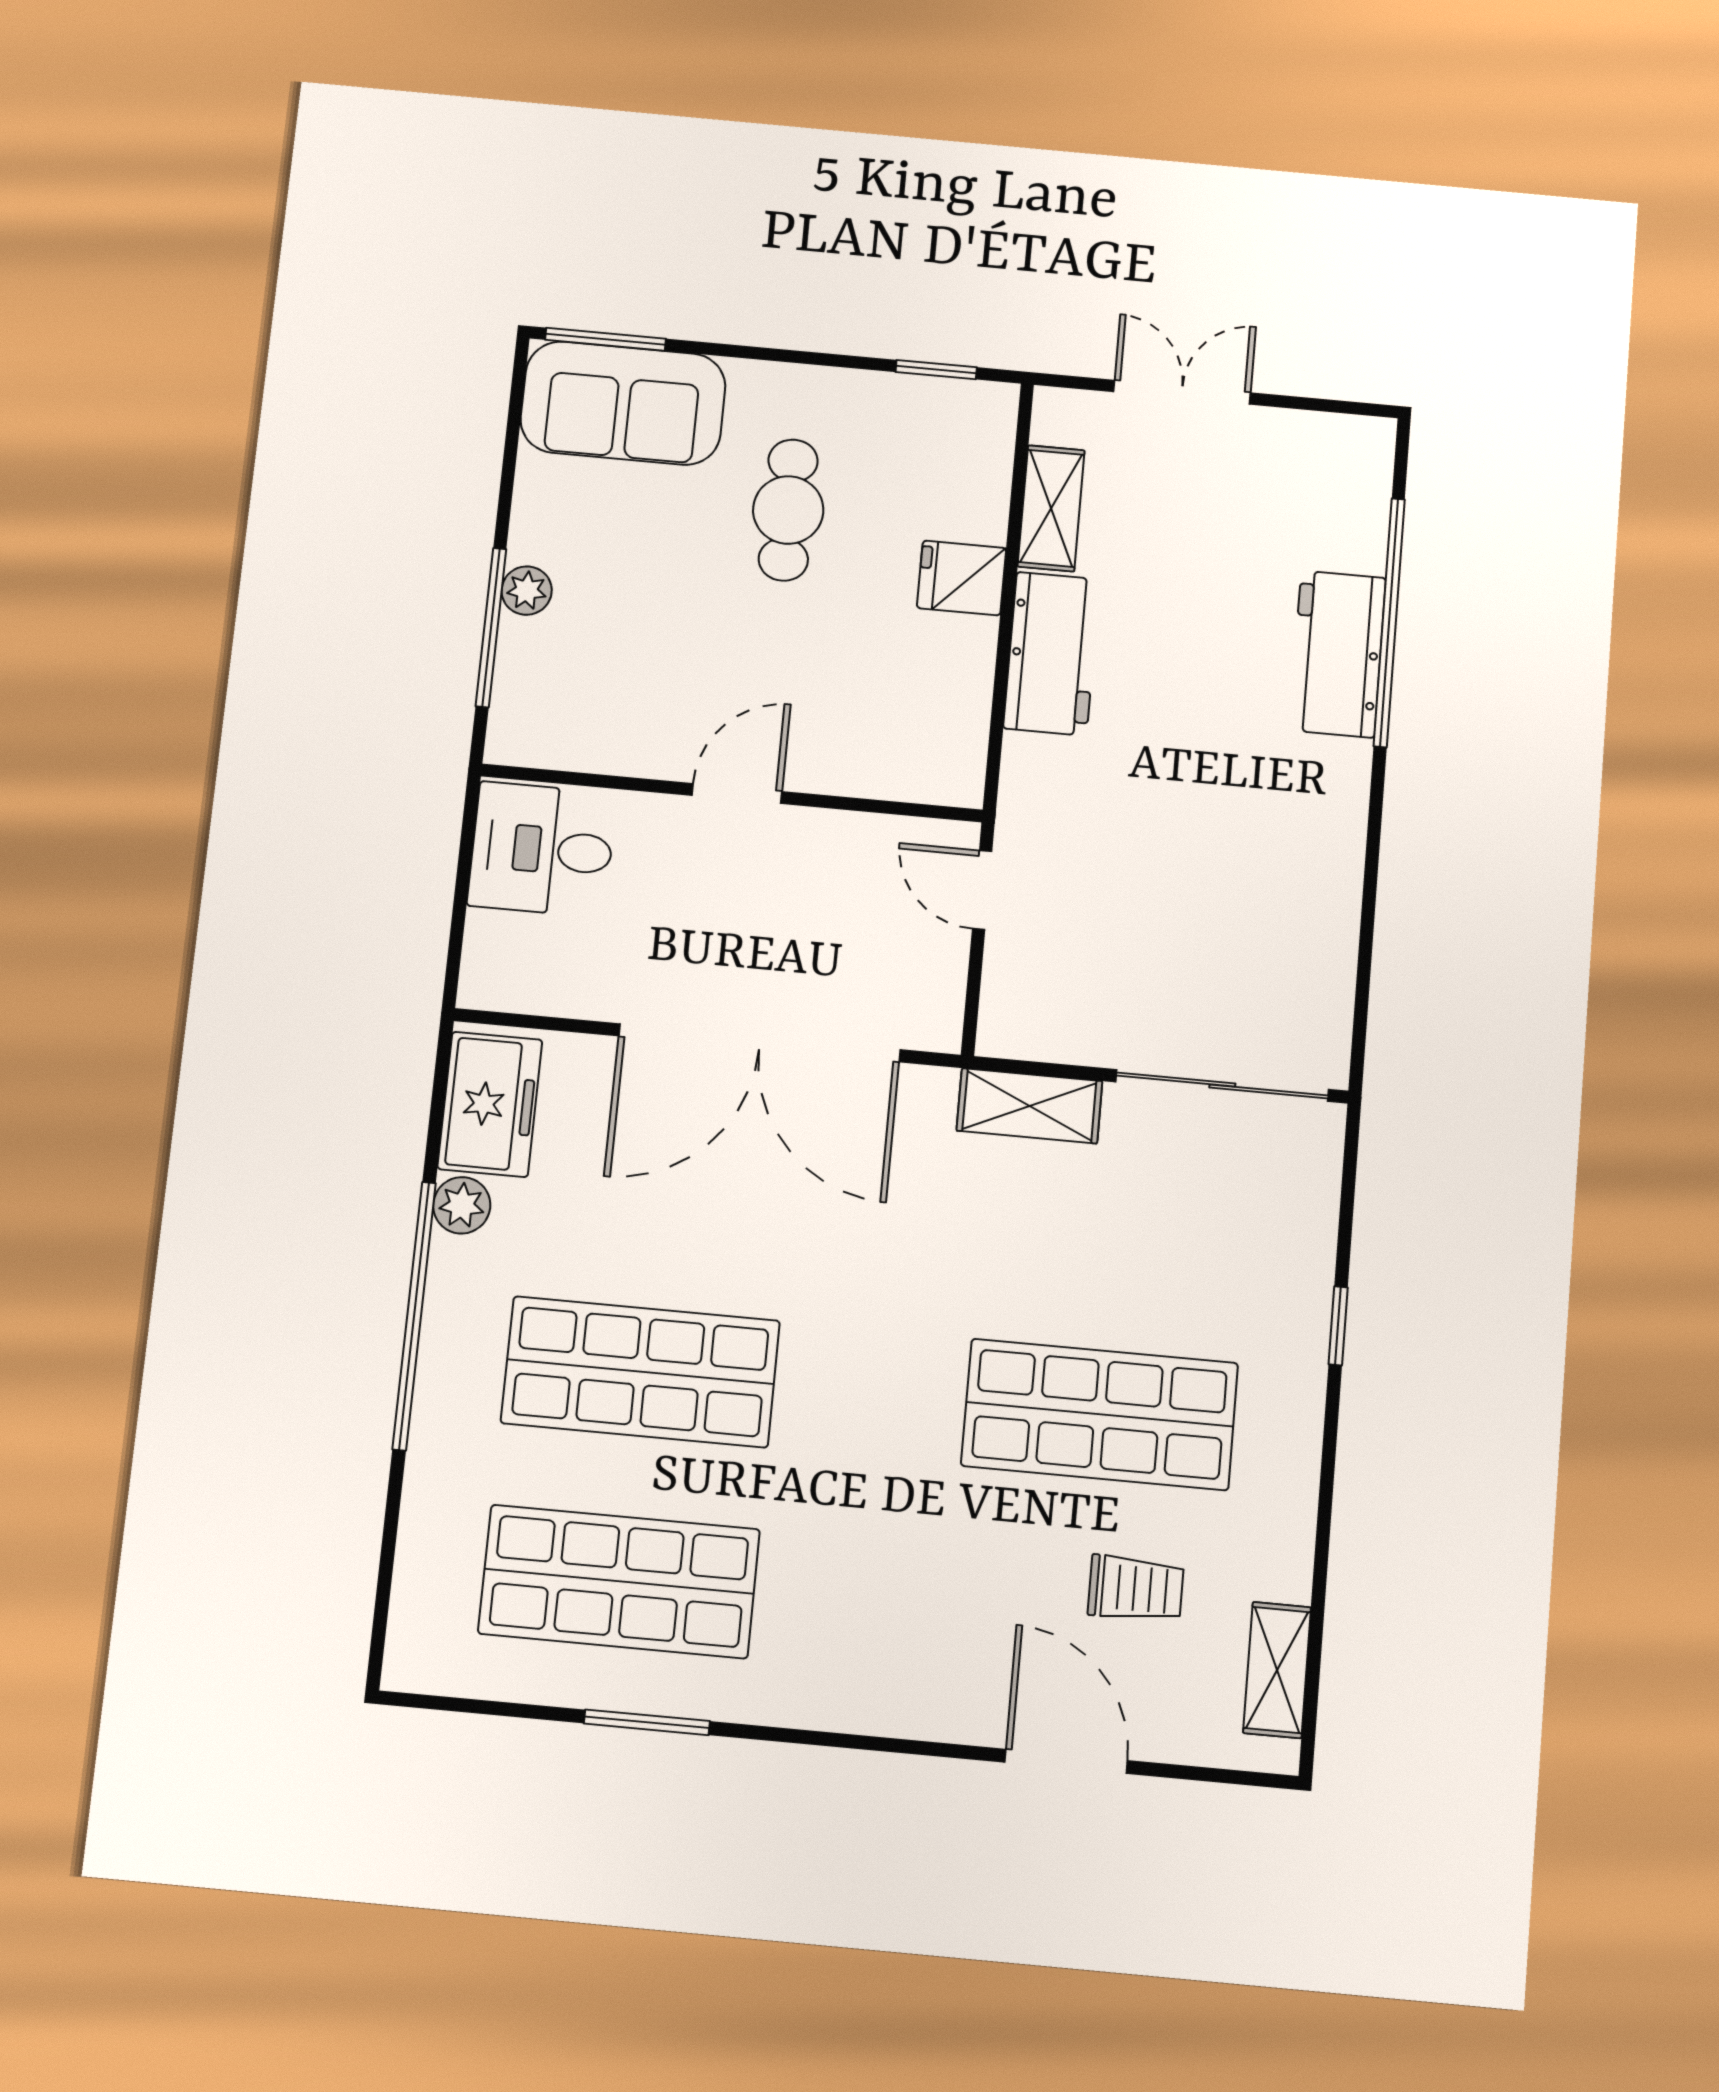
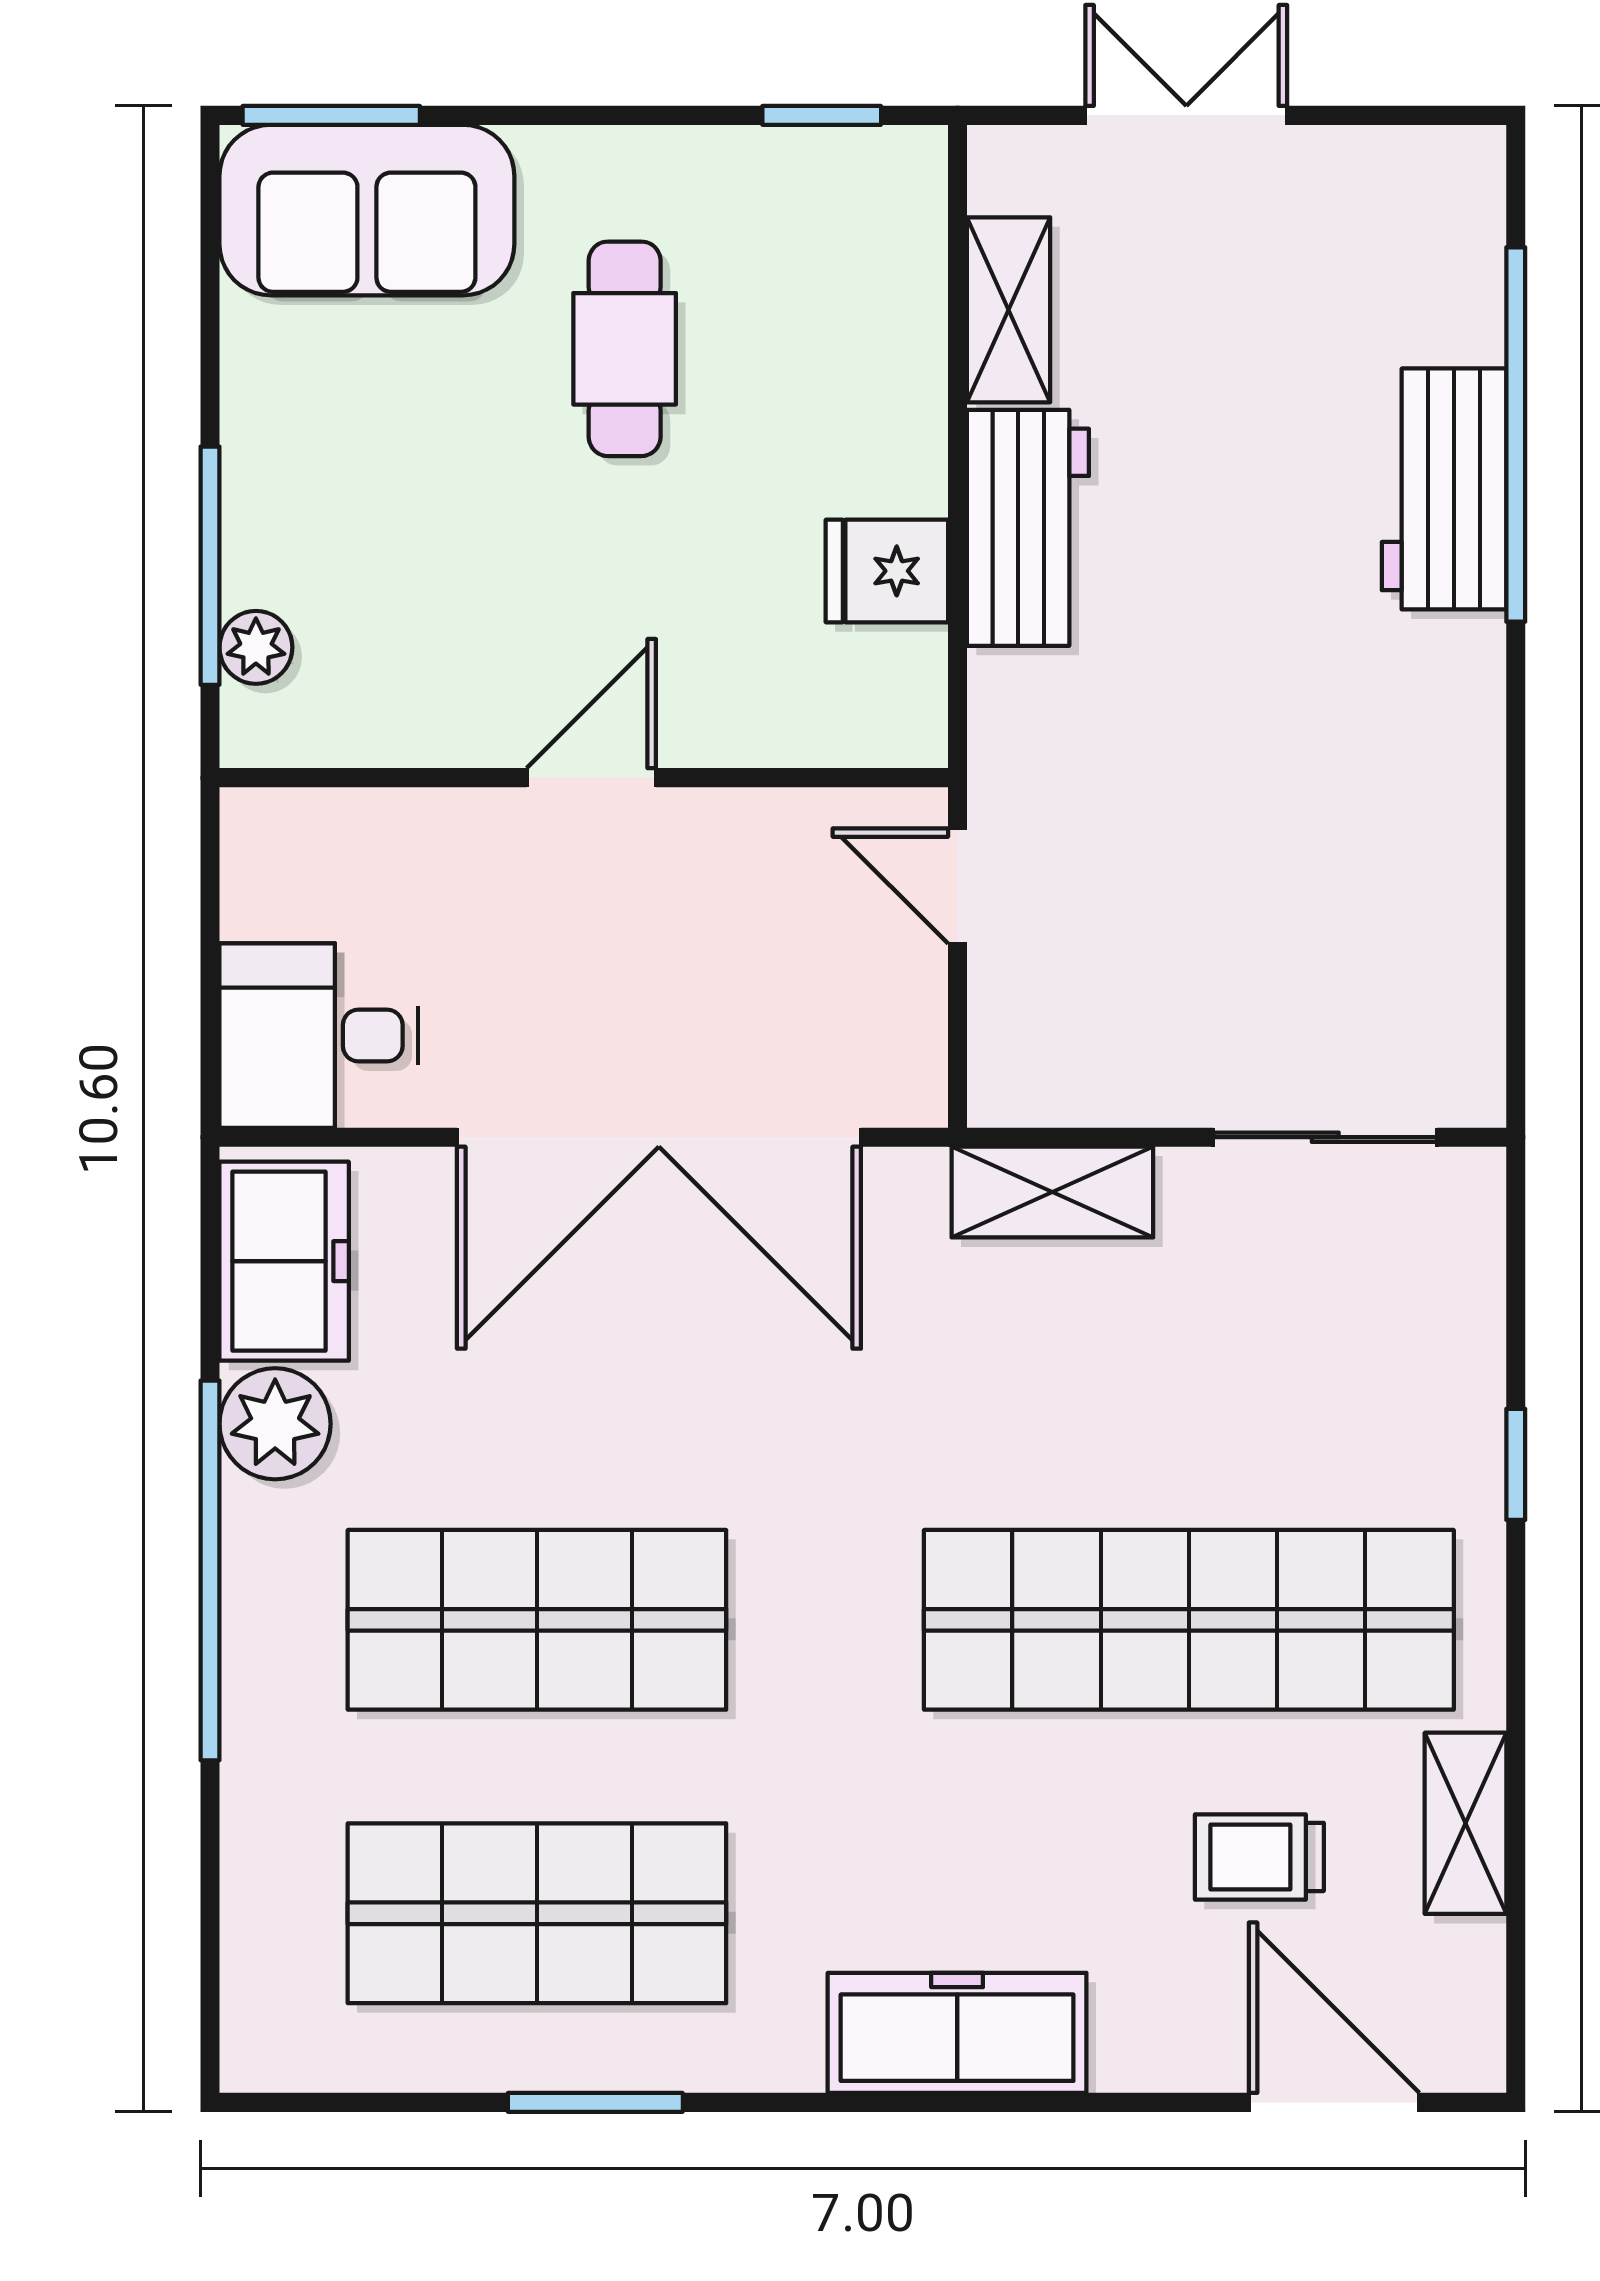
fridge: (962, 578) -> (887, 571), moved
plant: (527, 591) -> (256, 647), moved
desk: (542, 849) -> (319, 1036), moved
sliding door: (1222, 1086) -> (1325, 1137), width x0.73
plant: (462, 1205) -> (275, 1424), width x1.38, depth x1.38
shop shelf: (1100, 1414) -> (1189, 1620), width x1.40
trolley: (1136, 1589) -> (1259, 1857), turned 180
shelving: (1277, 1670) -> (1466, 1823), moved
freezer: (910, 1696) -> (957, 2033), added
door: (1066, 1761) -> (1334, 2102), moved

